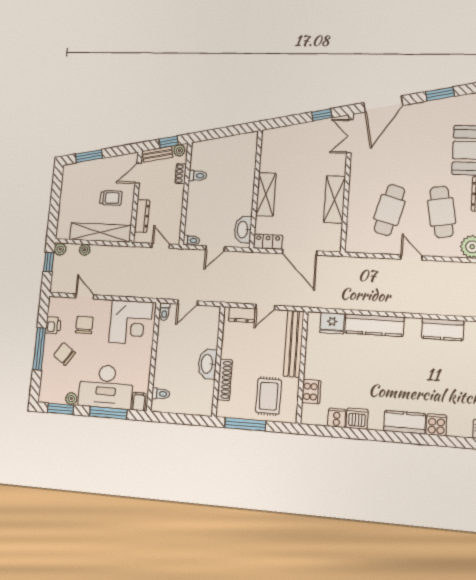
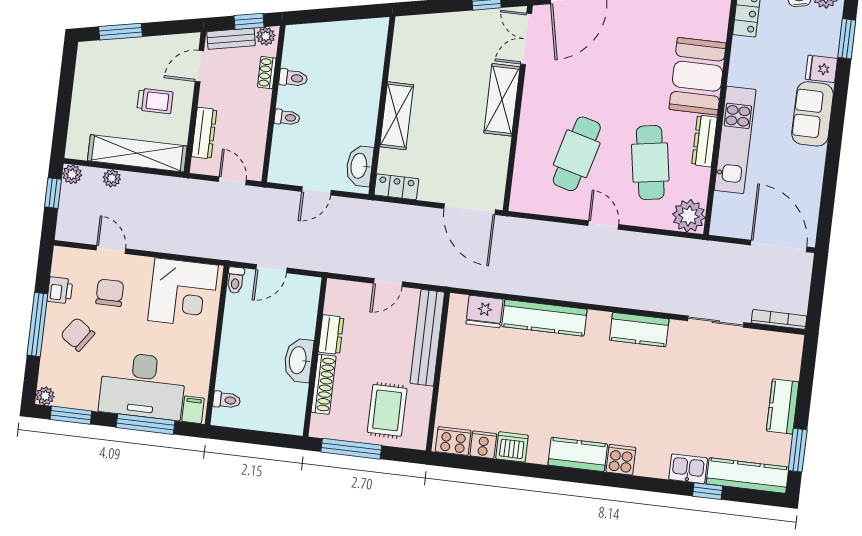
shelving: (334, 199) -> (502, 100), moved
toilet: (191, 240) -> (287, 117), moved
door: (300, 252) -> (470, 209), moved
dresser: (242, 315) -> (331, 335), moved, turned -90
cooker: (311, 392) -> (453, 441), moved, turned -90
plant: (71, 399) -> (45, 396), moved

